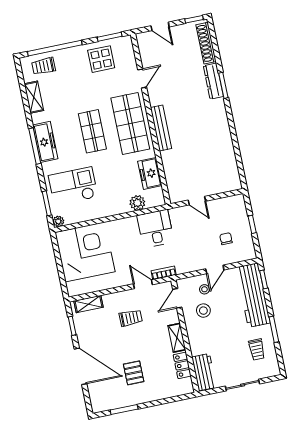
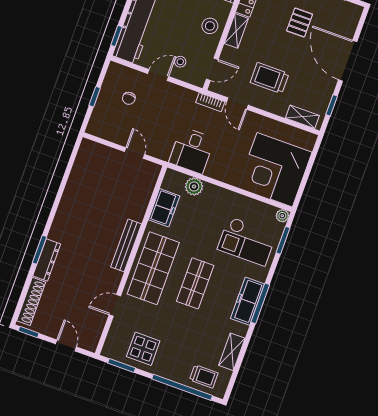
stool: (203, 311) -> (210, 26), moved
trolley: (131, 318) -> (270, 78), width x1.36, depth x1.39

